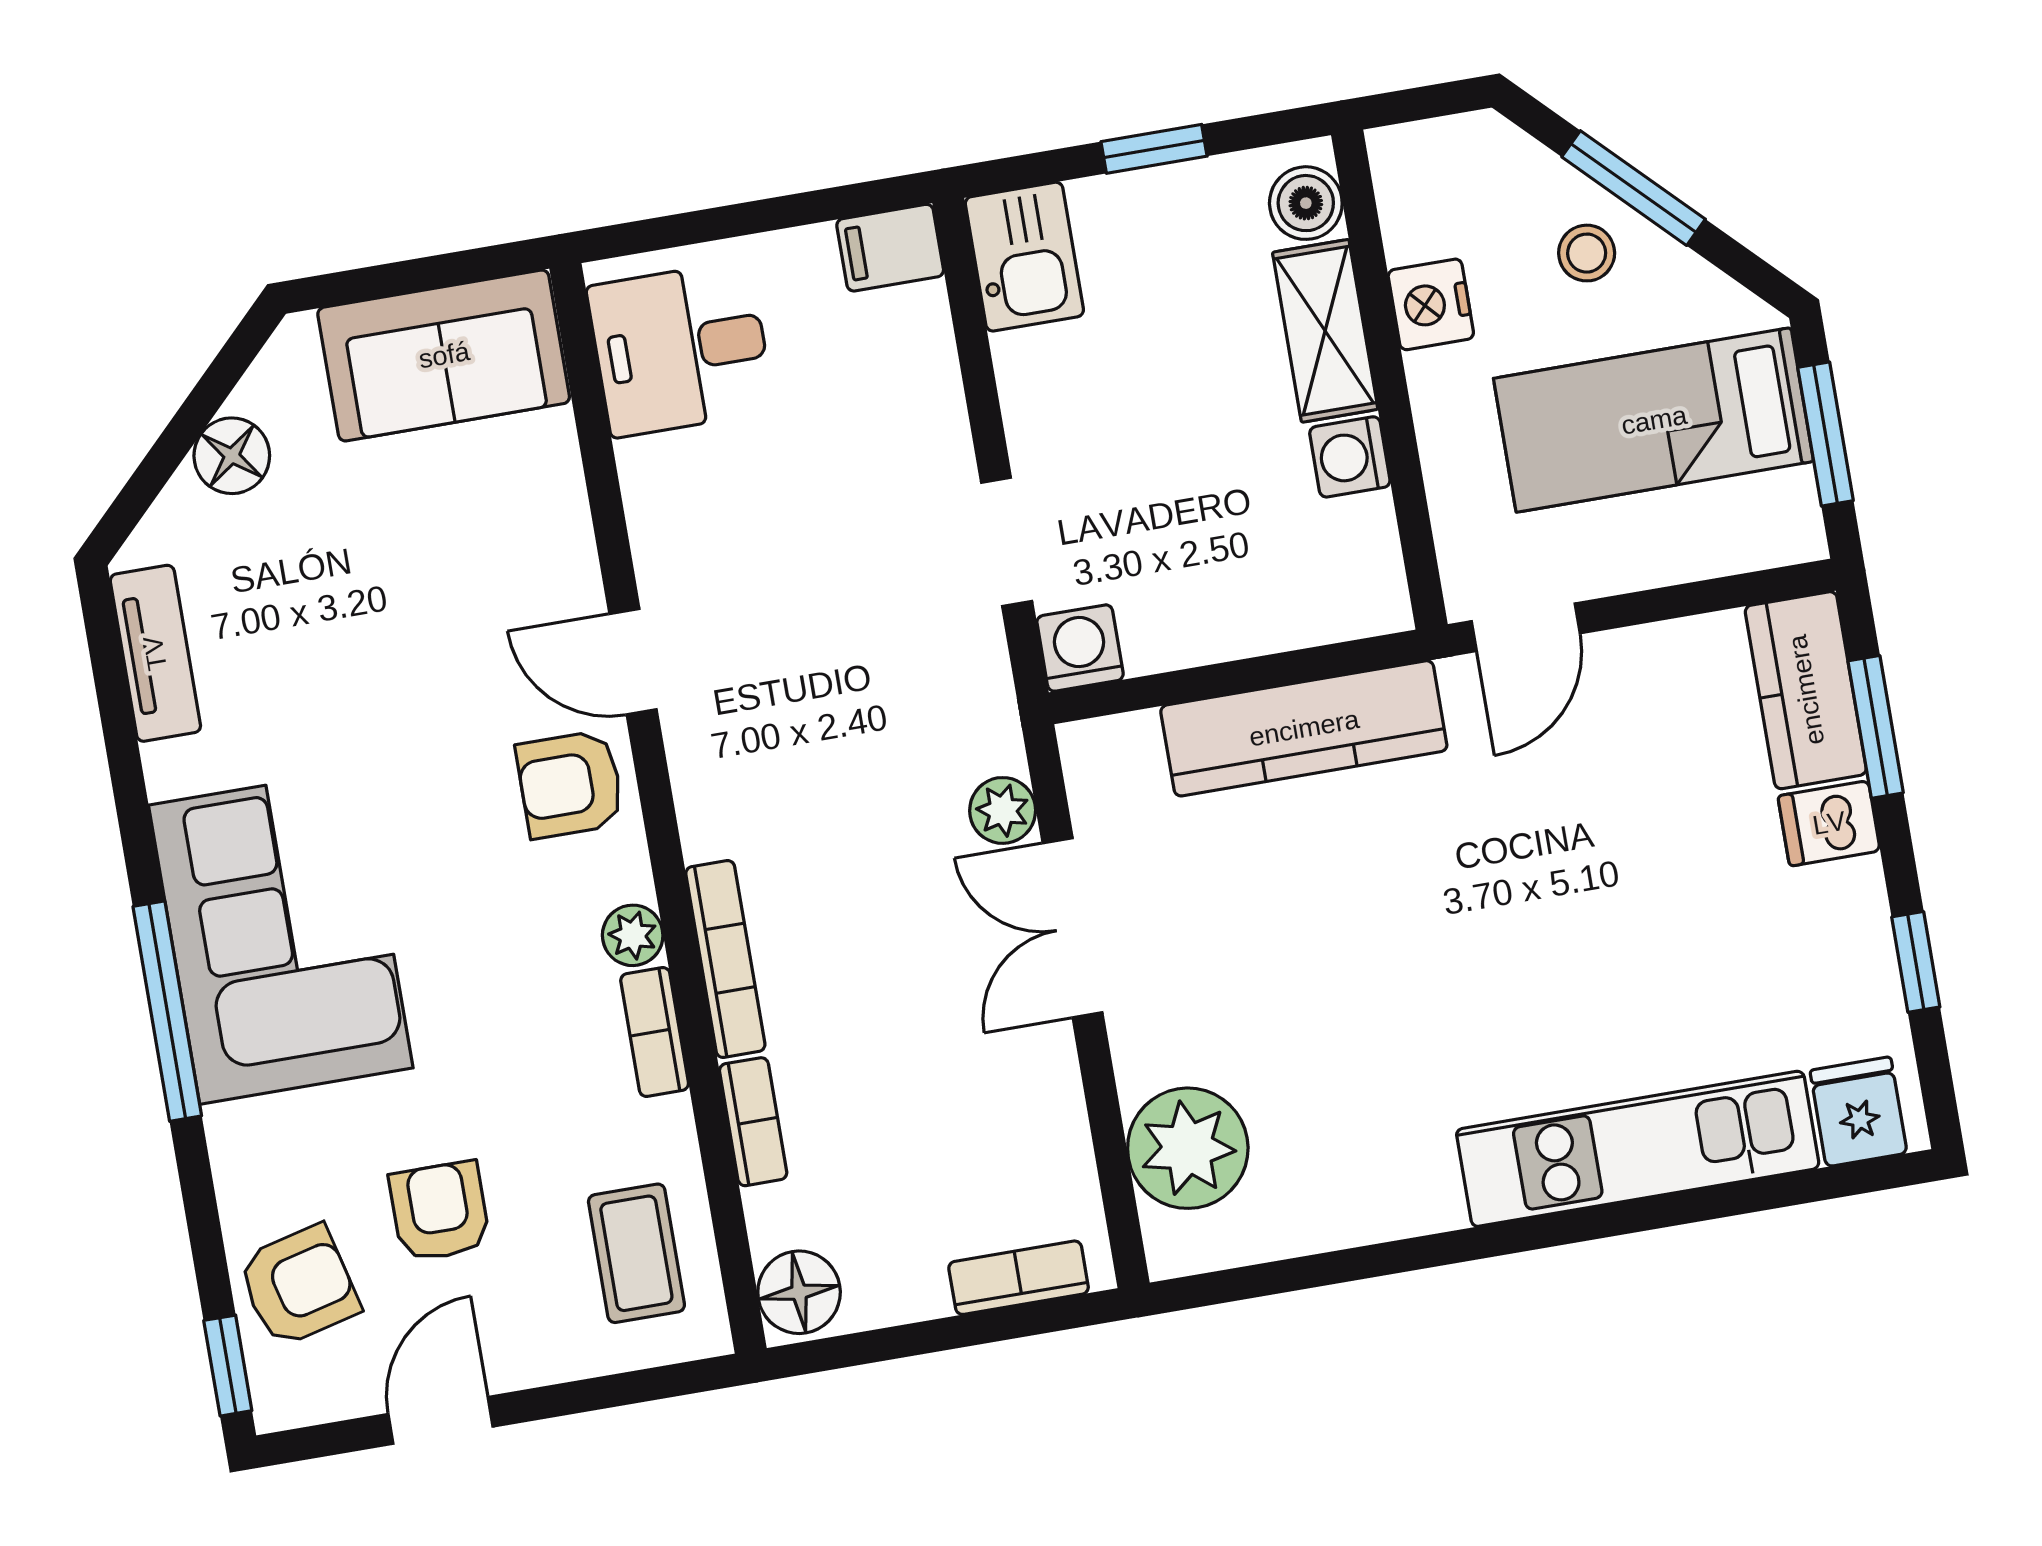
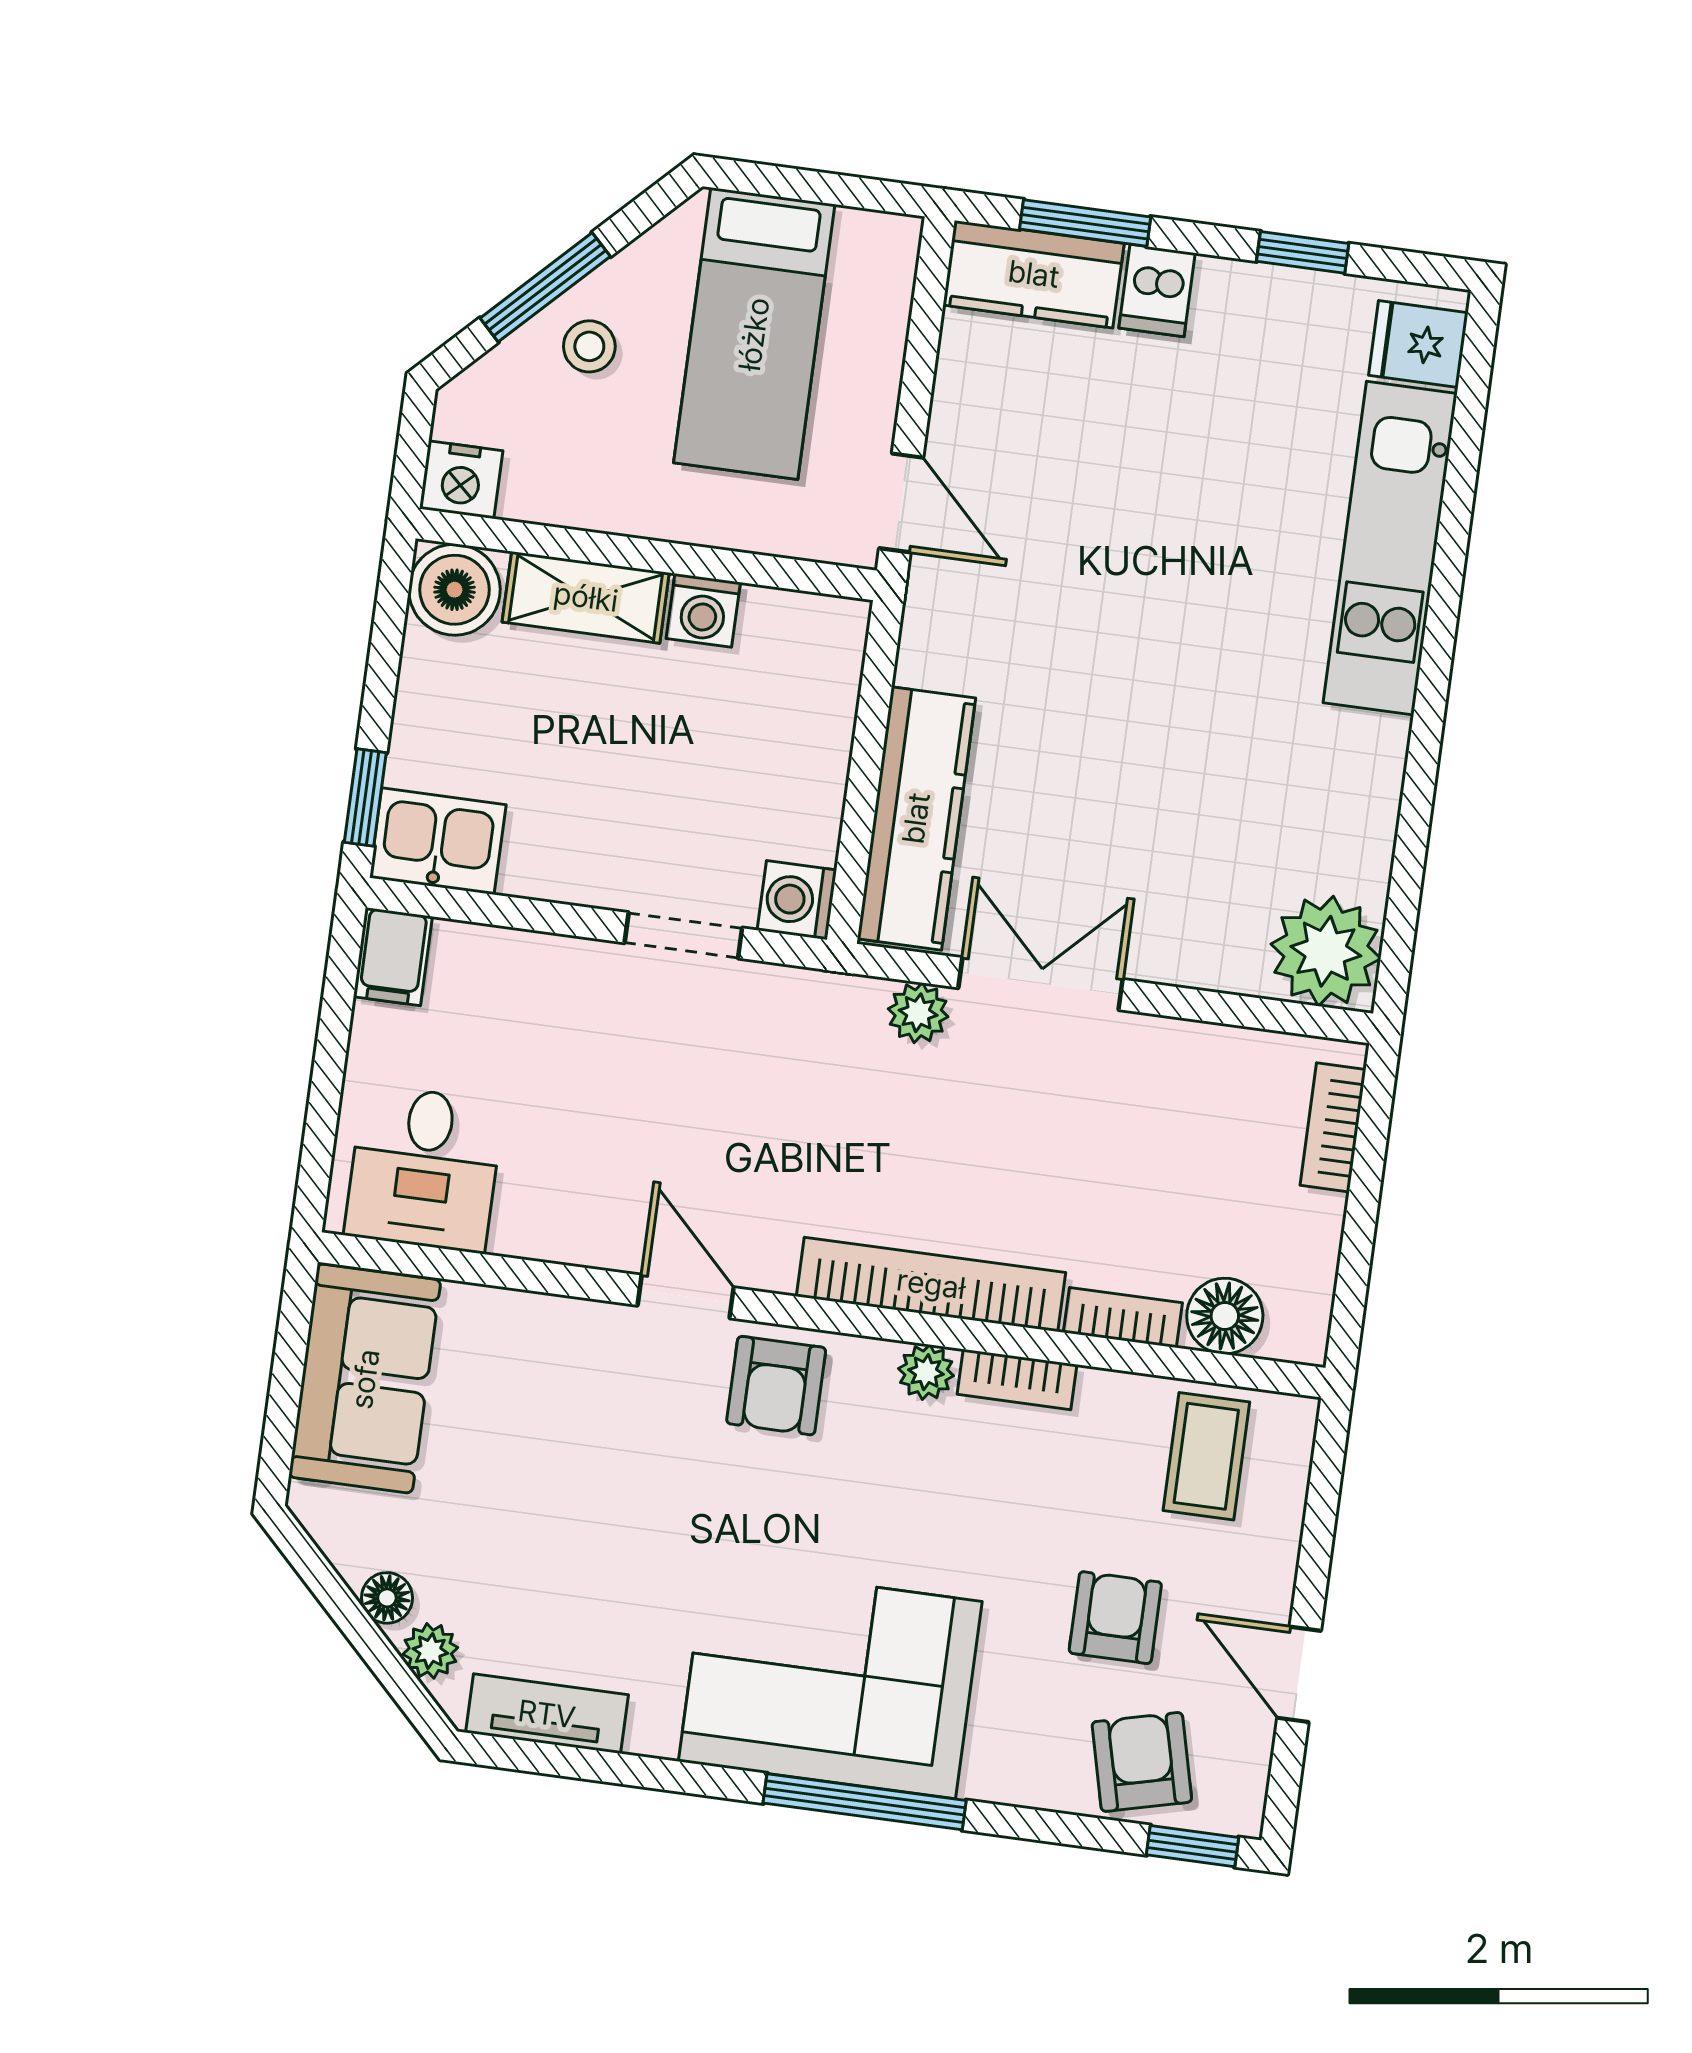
window: (1154, 149) -> (365, 798), moved
boiler: (1306, 203) -> (455, 590), width x1.36, depth x1.36
nightstand: (1431, 304) -> (461, 480), moved
window: (1826, 434) -> (814, 186), removed
floor lamp: (232, 456) -> (387, 1598), width x0.73, depth x0.73
plant: (183, 512) -> (430, 1651), added
door: (633, 662) -> (686, 1296), swing flipped
kitchen counter: (1304, 728) -> (916, 818), moved
double door: (1073, 928) -> (1040, 984), swing flipped
bookcase: (725, 959) -> (931, 1284), width x1.48, depth x1.31
plant: (1188, 1148) -> (1326, 951), moved
armchair: (440, 1211) -> (1115, 1618), turned 90
coffee table: (636, 1253) -> (1206, 1456), turned 90
floor lamp: (799, 1292) -> (1225, 1316), moved

